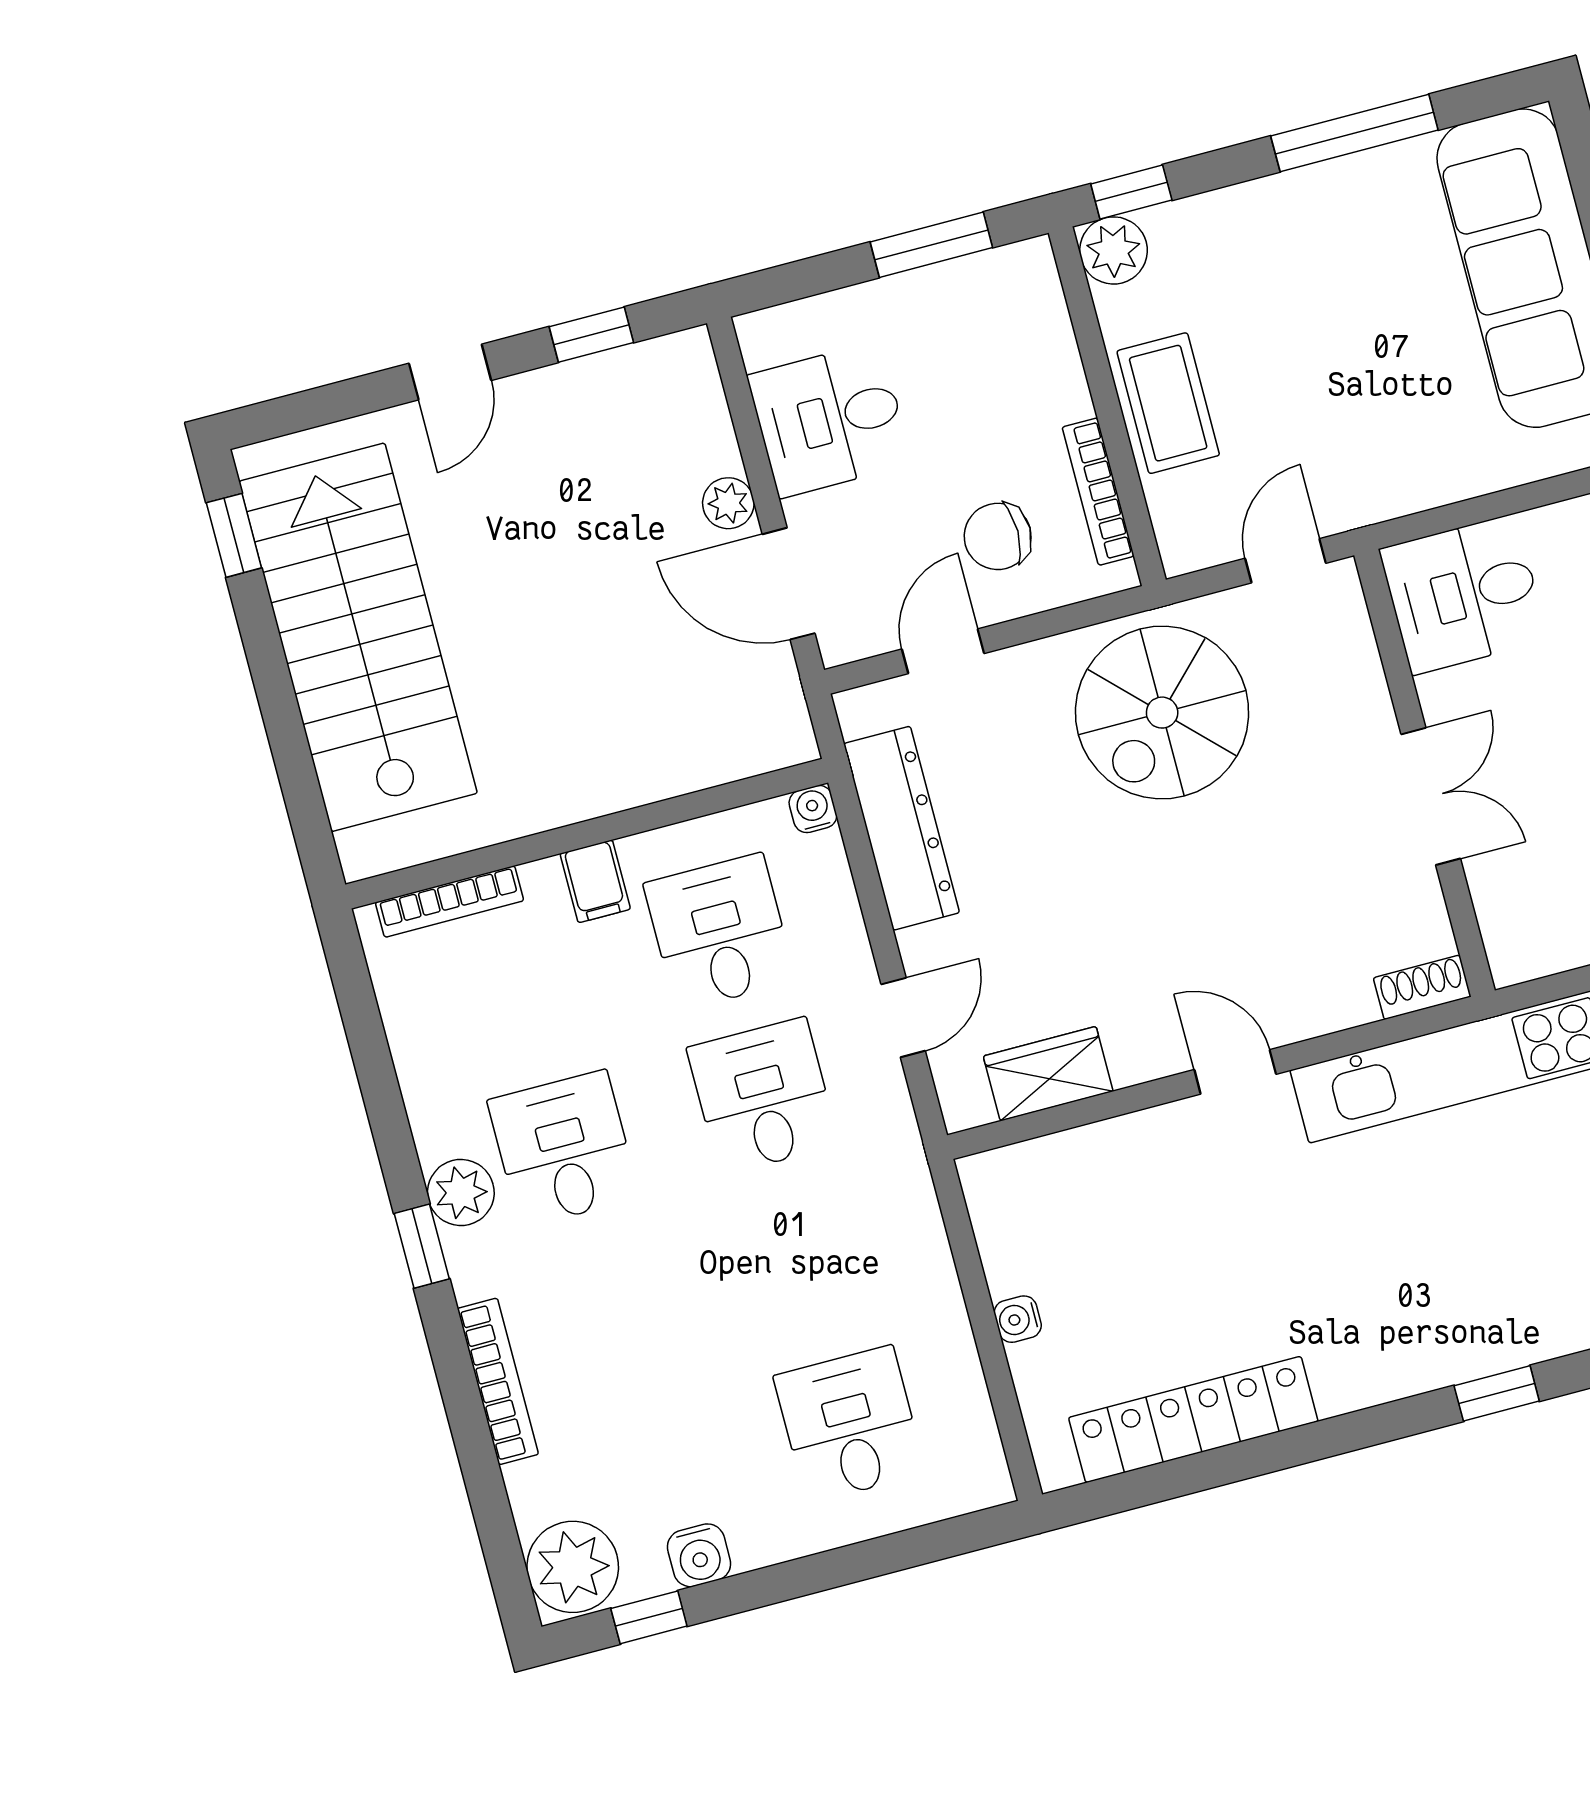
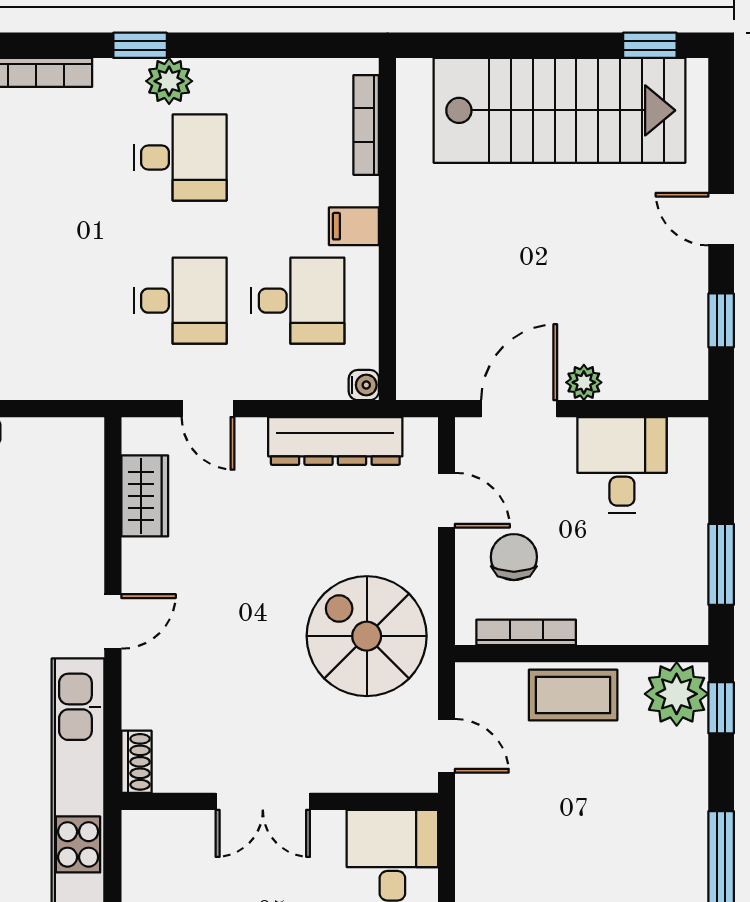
plant: (1113, 250) -> (677, 694), width x1.36, depth x1.36

